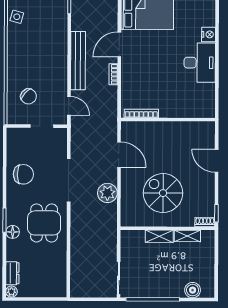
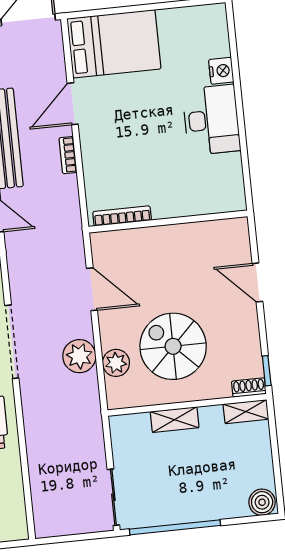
plant: (128, 199) -> (116, 363), added
shelving: (187, 236) -> (246, 412), moved
boiler: (193, 290) -> (262, 502), moved

